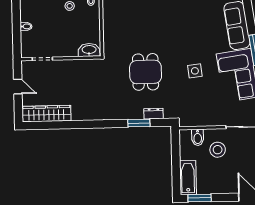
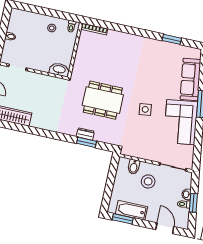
dining table: (146, 72) -> (103, 100), width x1.38
dresser: (154, 114) -> (85, 134), moved
bathtub: (188, 178) -> (131, 210), moved, turned -90

